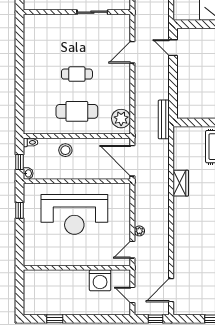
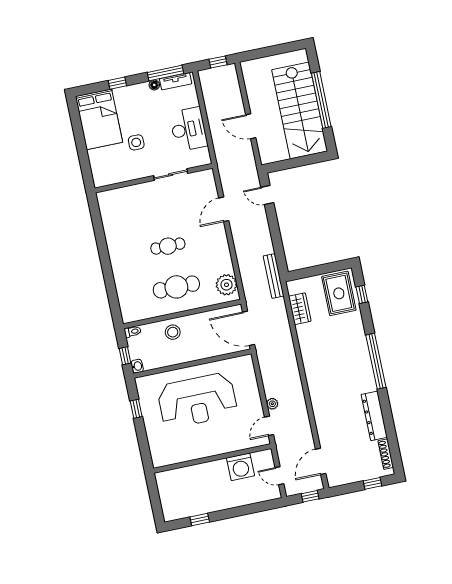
wardrobe: (181, 183) -> (300, 309), moved

